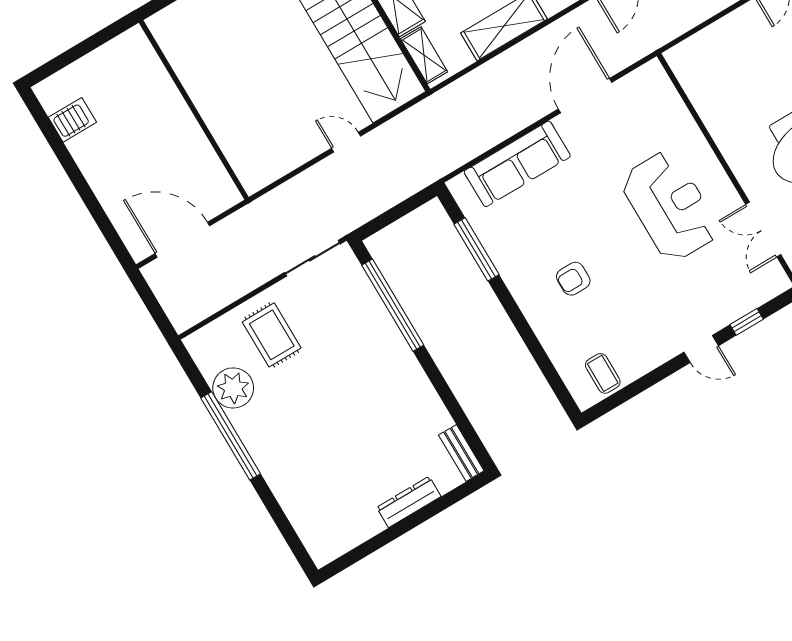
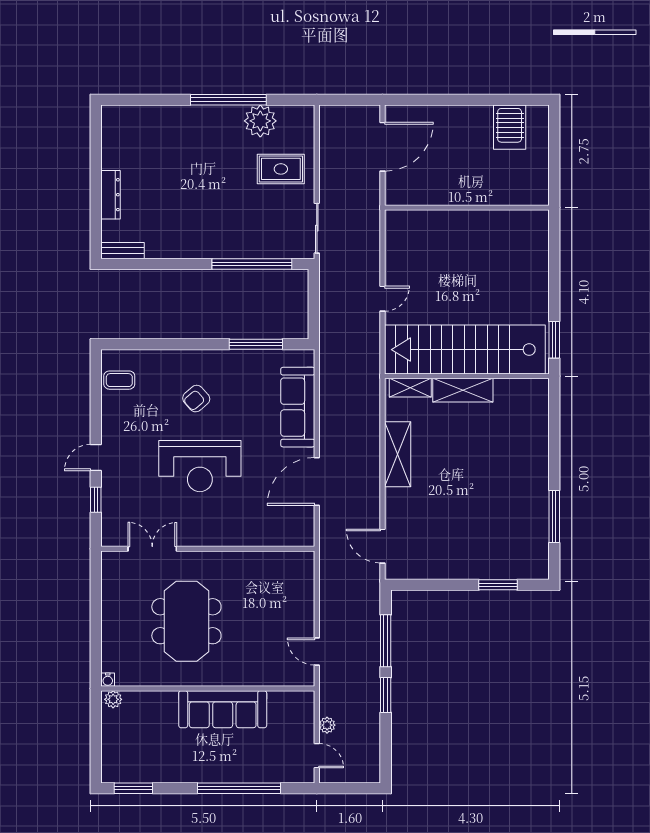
door: (585, 96) -> (317, 481), swing flipped
server rack: (72, 120) -> (510, 127), width x1.36, depth x1.44
reception desk: (670, 206) -> (200, 466), moved
armchair: (573, 279) -> (196, 399), turned -131

